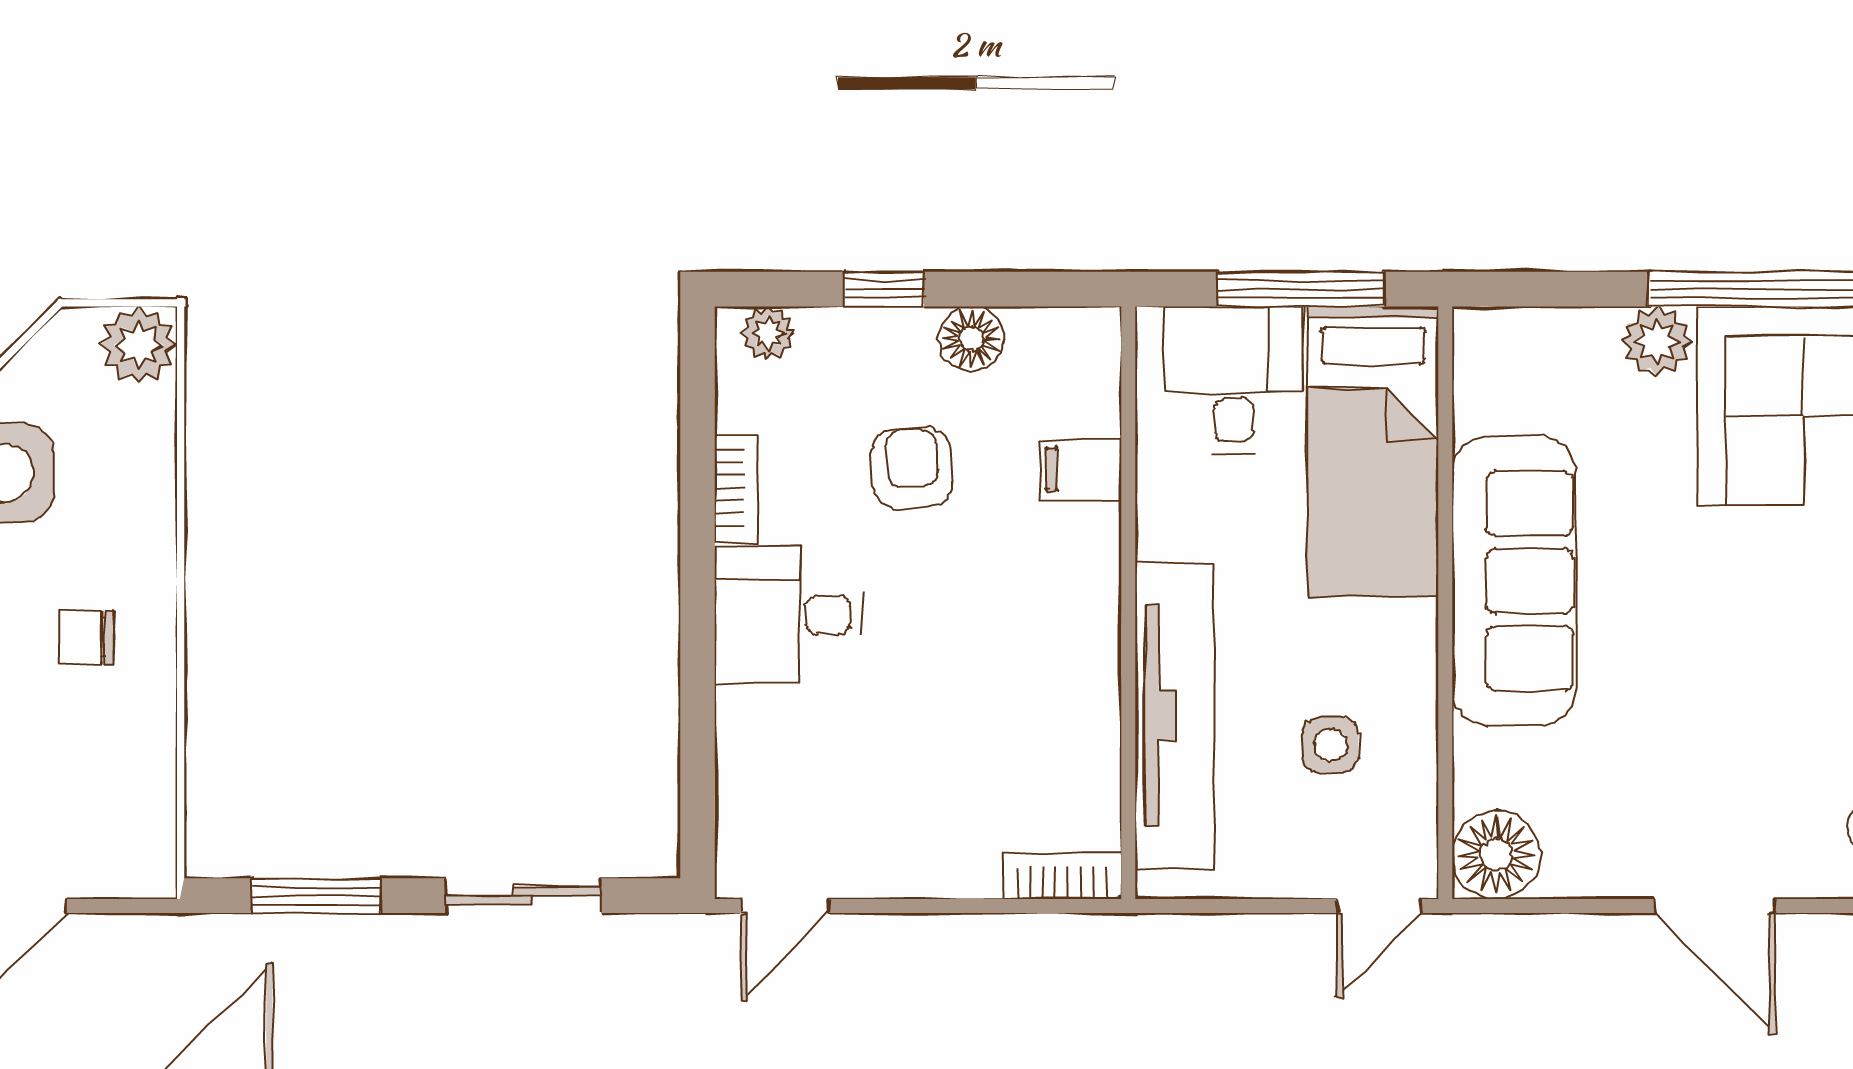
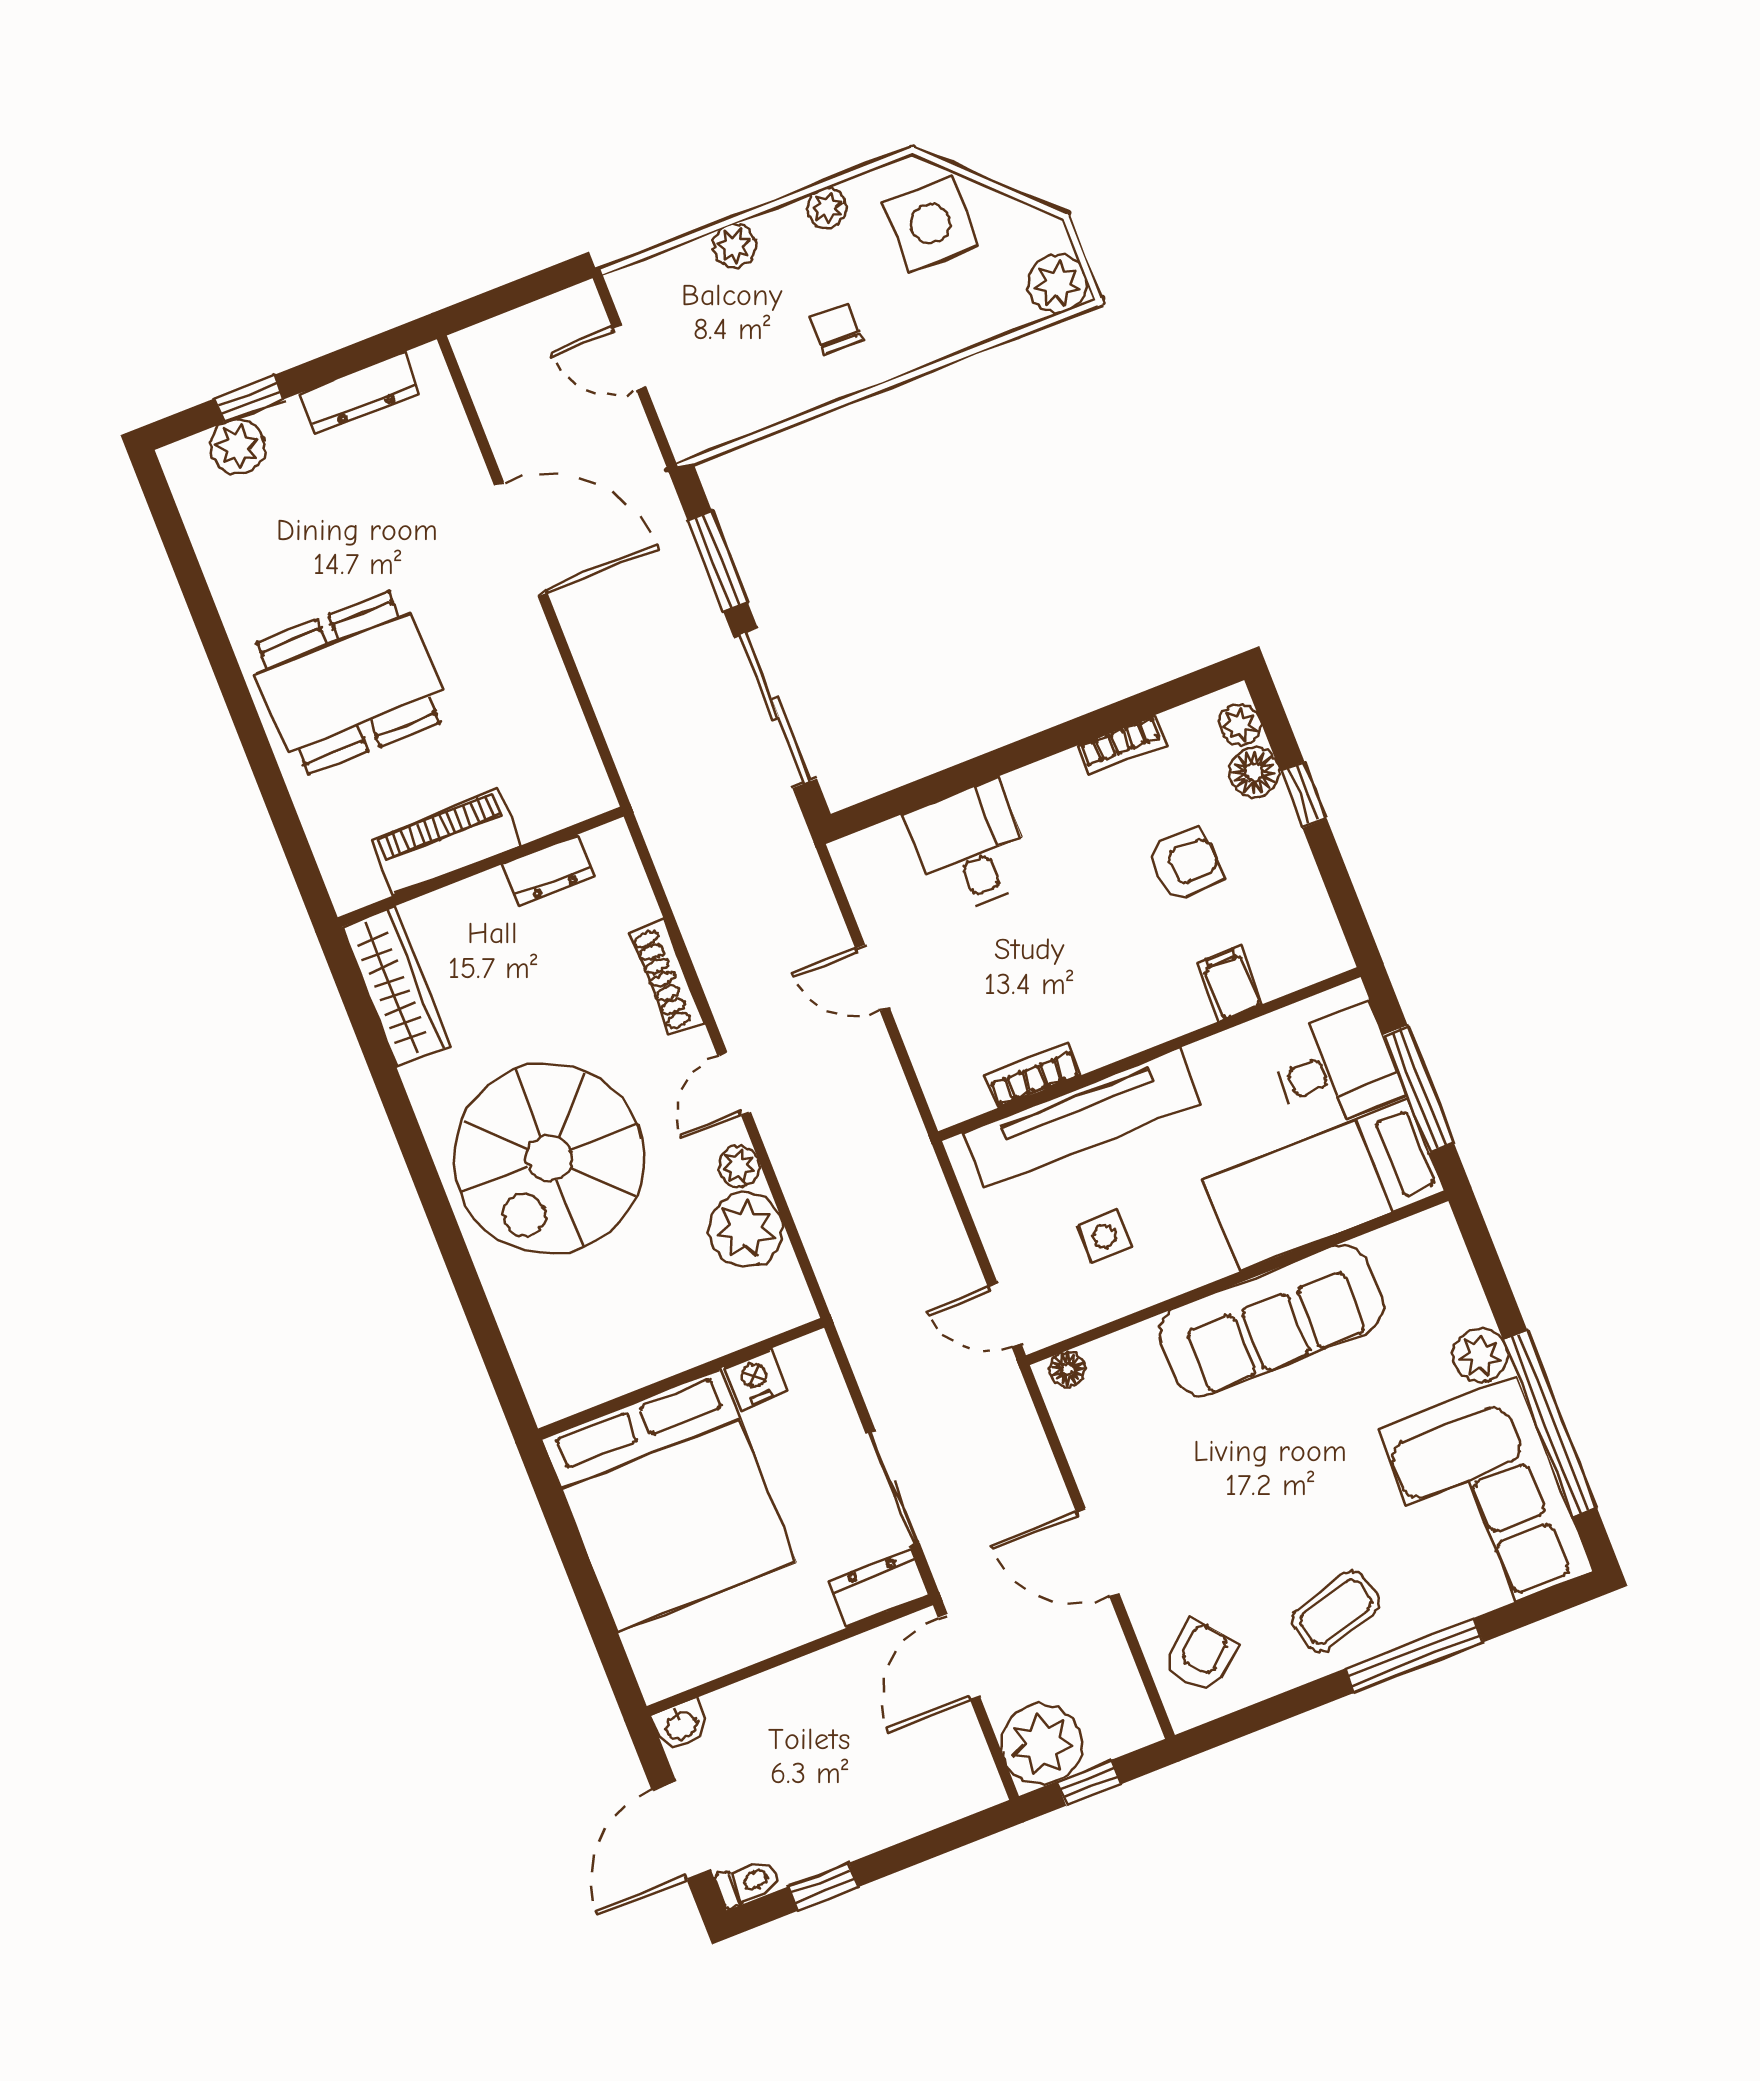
floor lamp: (972, 339) -> (1254, 772), moved
desk: (788, 615) -> (970, 847), moved
floor lamp: (1496, 855) -> (1068, 1369), width x0.53, depth x0.53
bookcase: (1063, 876) -> (1033, 1075), moved, turned -90
sliding door: (523, 896) -> (775, 708), width x1.37
door: (785, 906) -> (872, 978), moved
door: (1715, 906) -> (1098, 1553), hinge flipped

